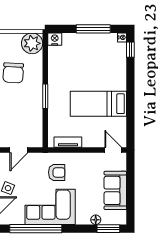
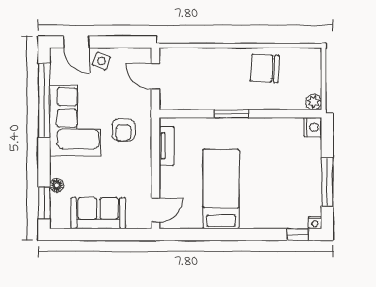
plant: (32, 43) -> (314, 102), width x0.53, depth x0.53

